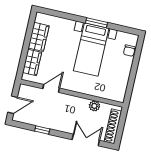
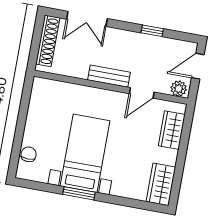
wardrobe: (39, 37) -> (161, 184), moved
bench: (73, 101) -> (109, 76), added
plant: (94, 106) -> (179, 89), moved

